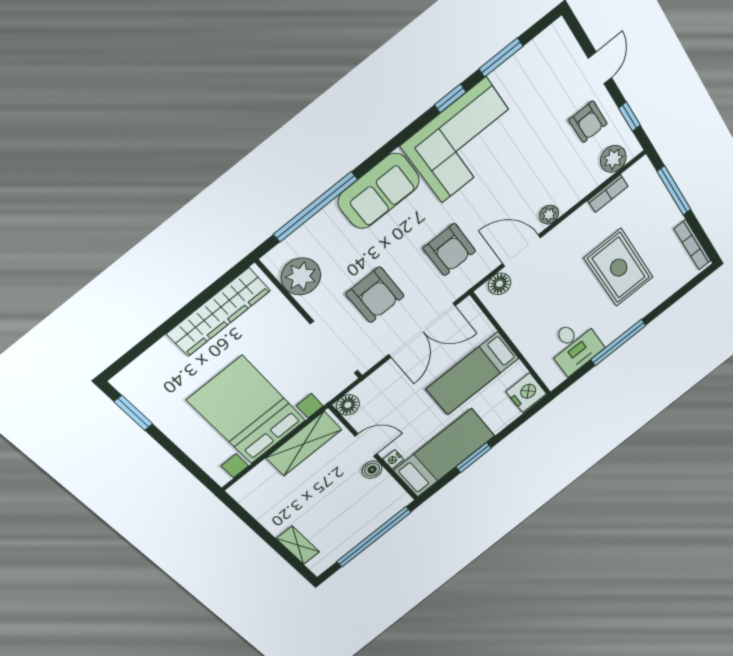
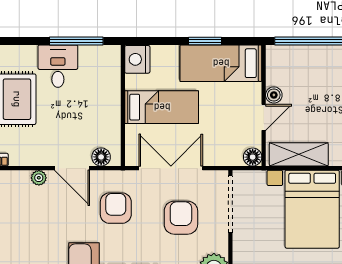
window: (618, 343) -> (76, 41), moved
desk: (574, 346) -> (58, 66), moved
door: (366, 445) -> (264, 117), swing flipped
nightstand: (393, 459) -> (255, 90), removed

